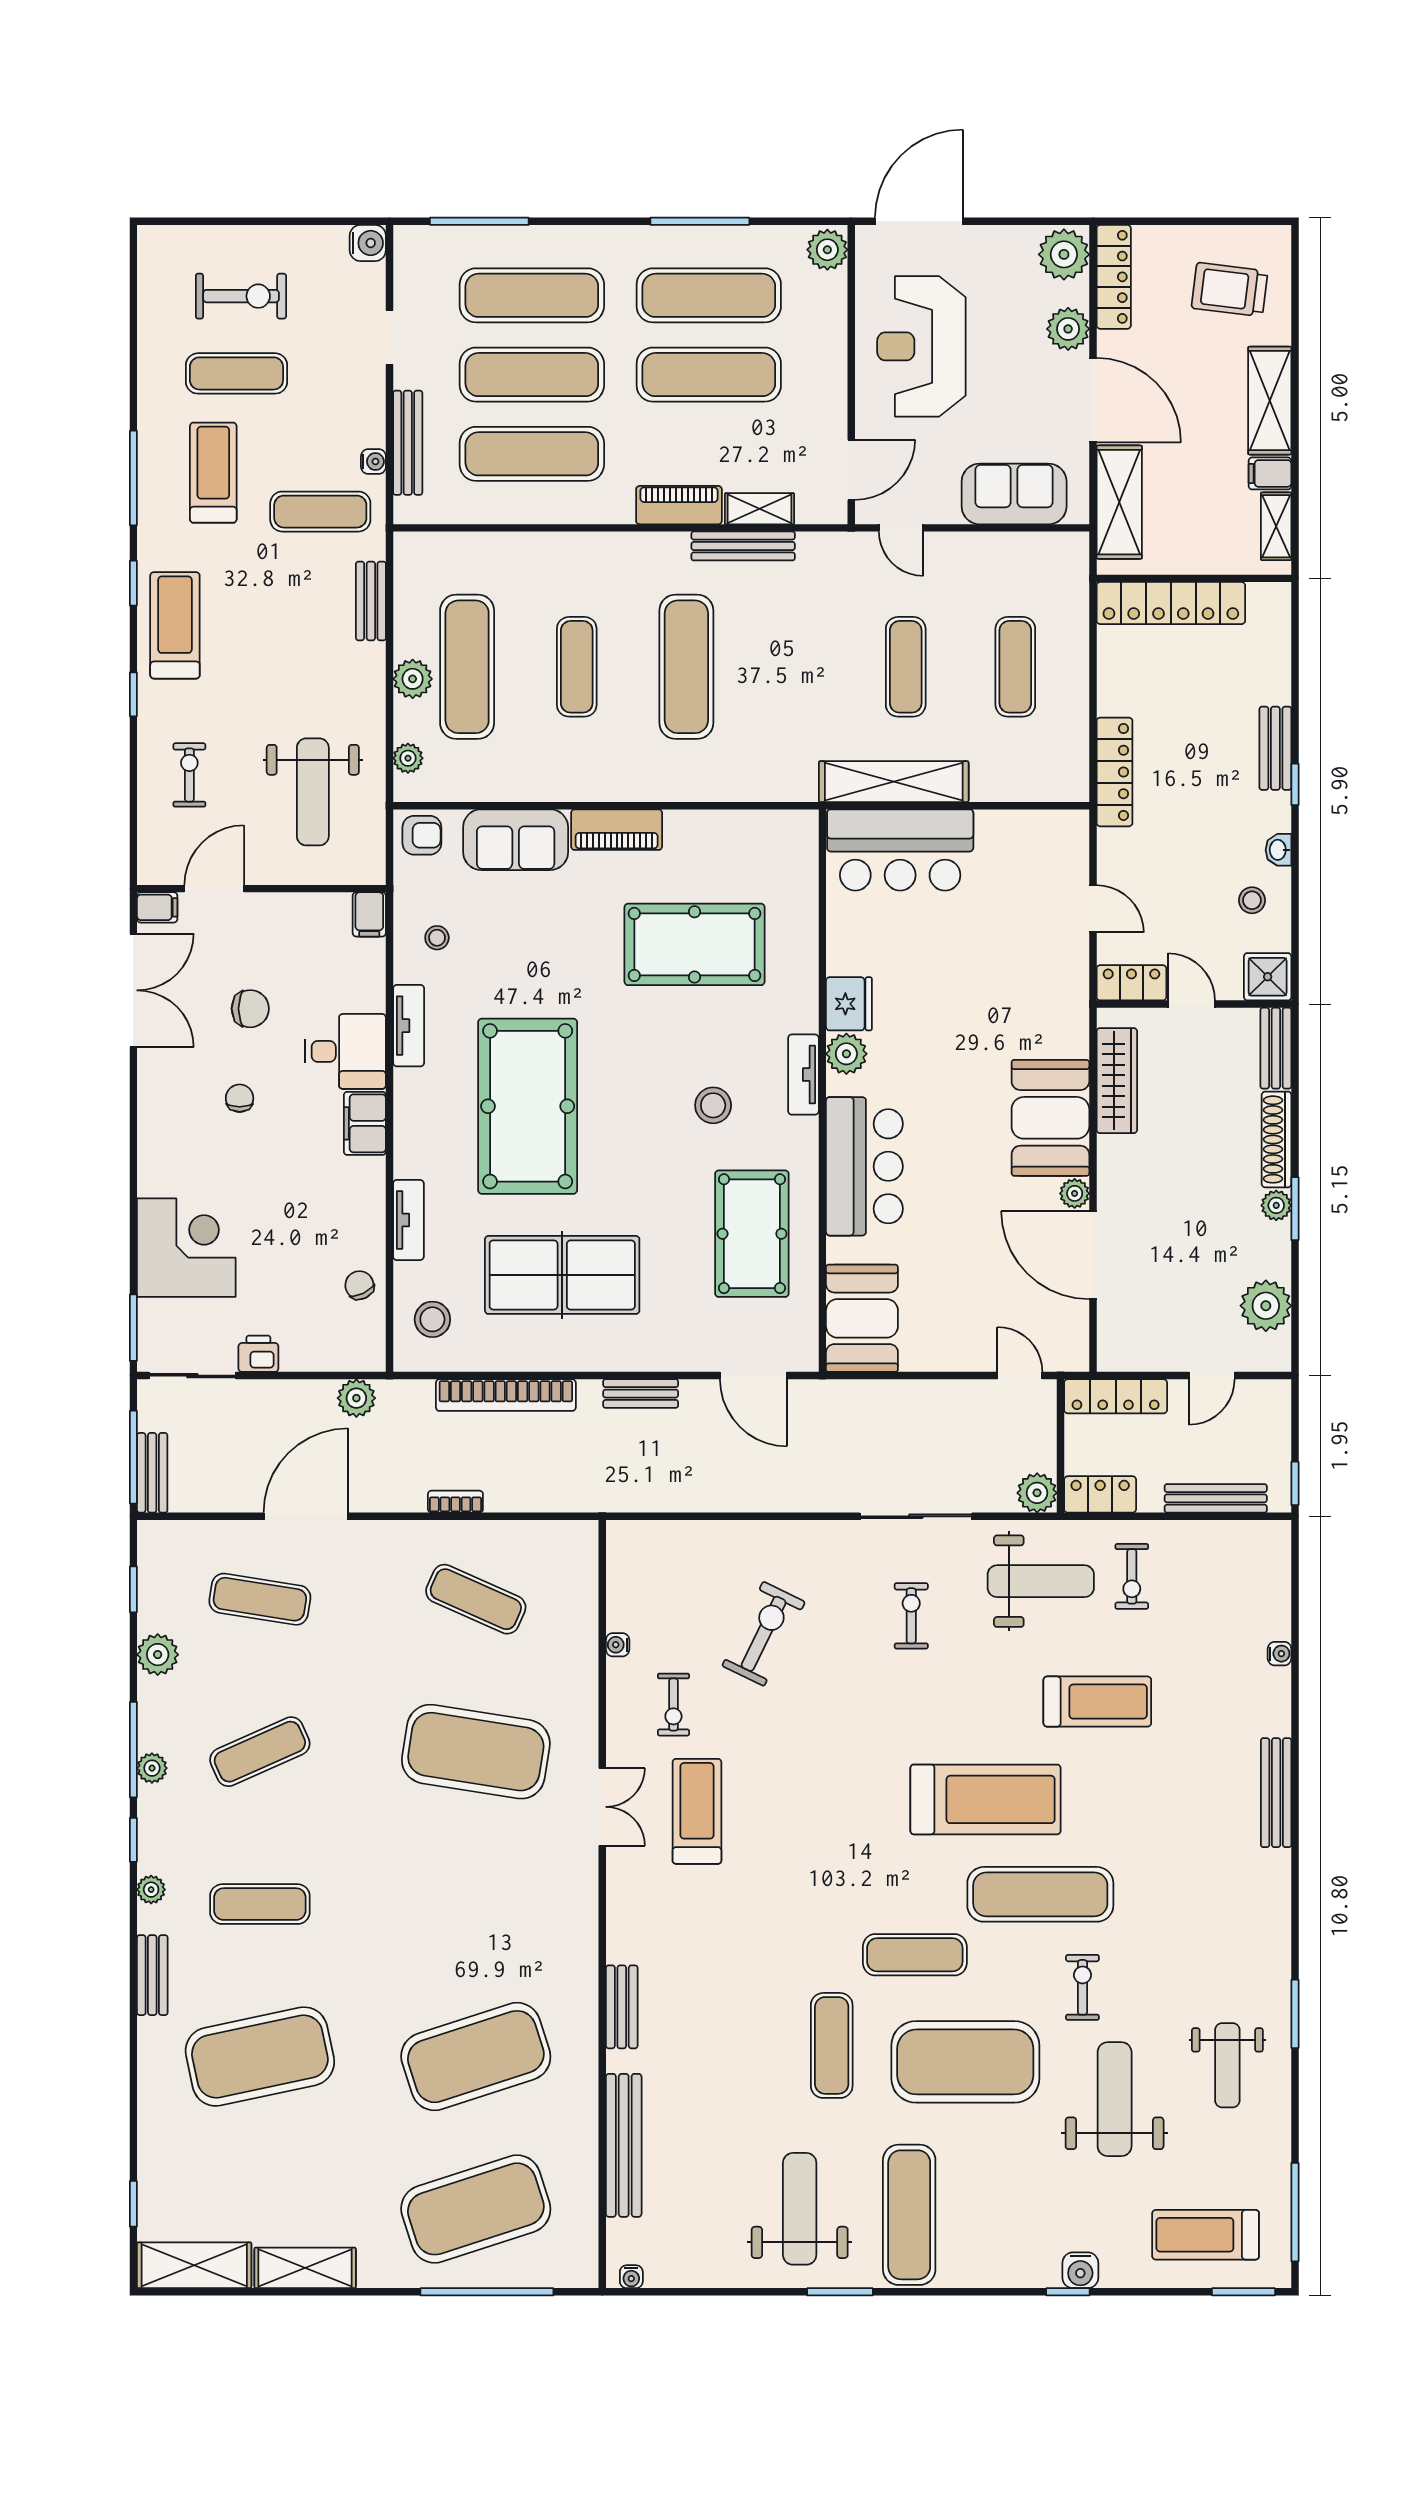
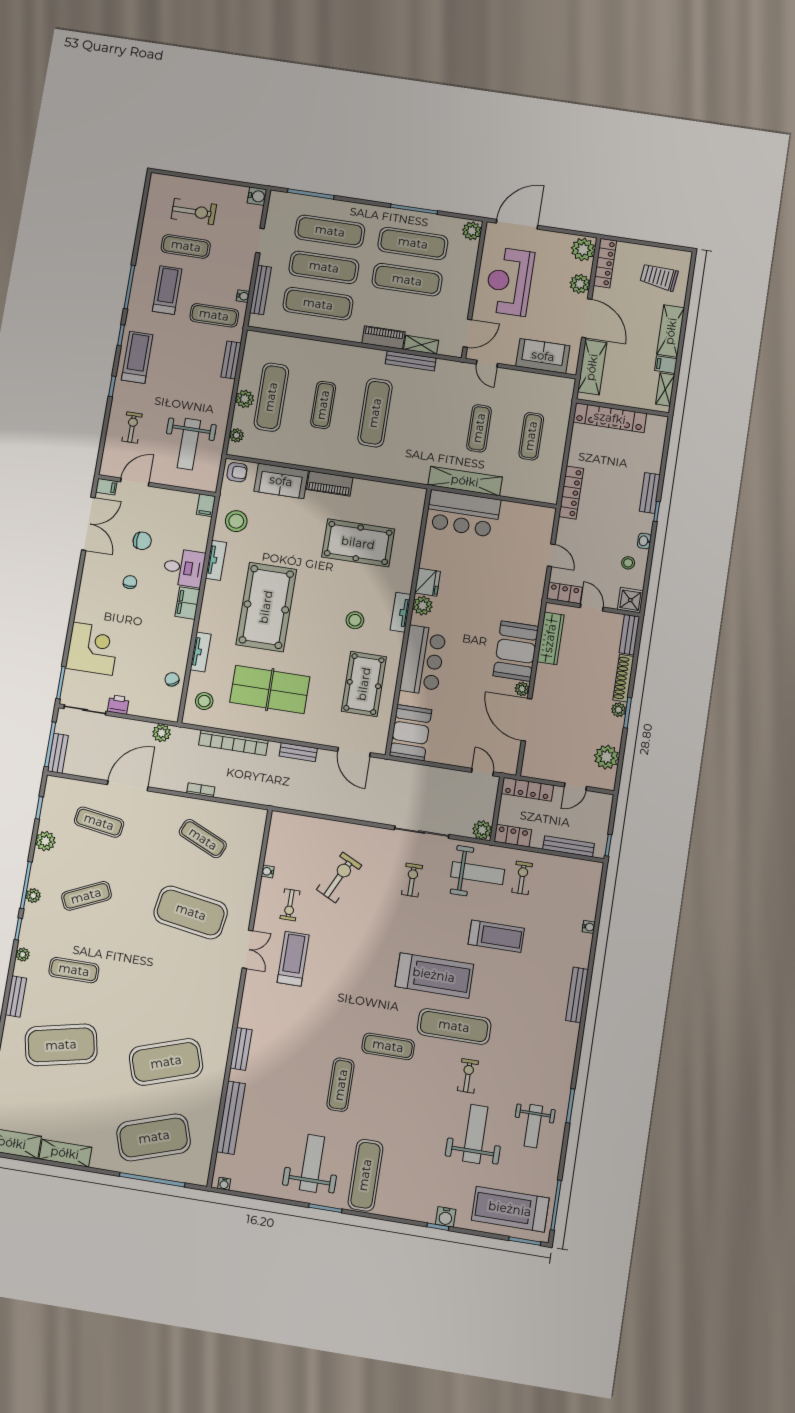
stool: (437, 938) -> (236, 521), width x1.89, depth x1.89
exercise bike: (1132, 1576) -> (522, 878), turned 180
exercise mat: (965, 2062) -> (405, 1103), removed
treadmill: (1206, 2235) -> (510, 1209), width x1.37, depth x1.38

